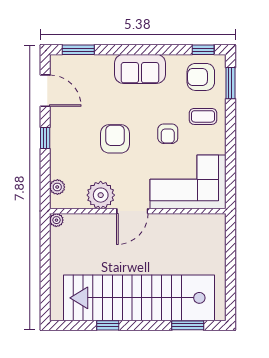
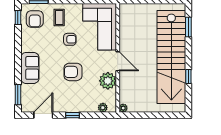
sofa: (140, 69) -> (30, 68), moved

